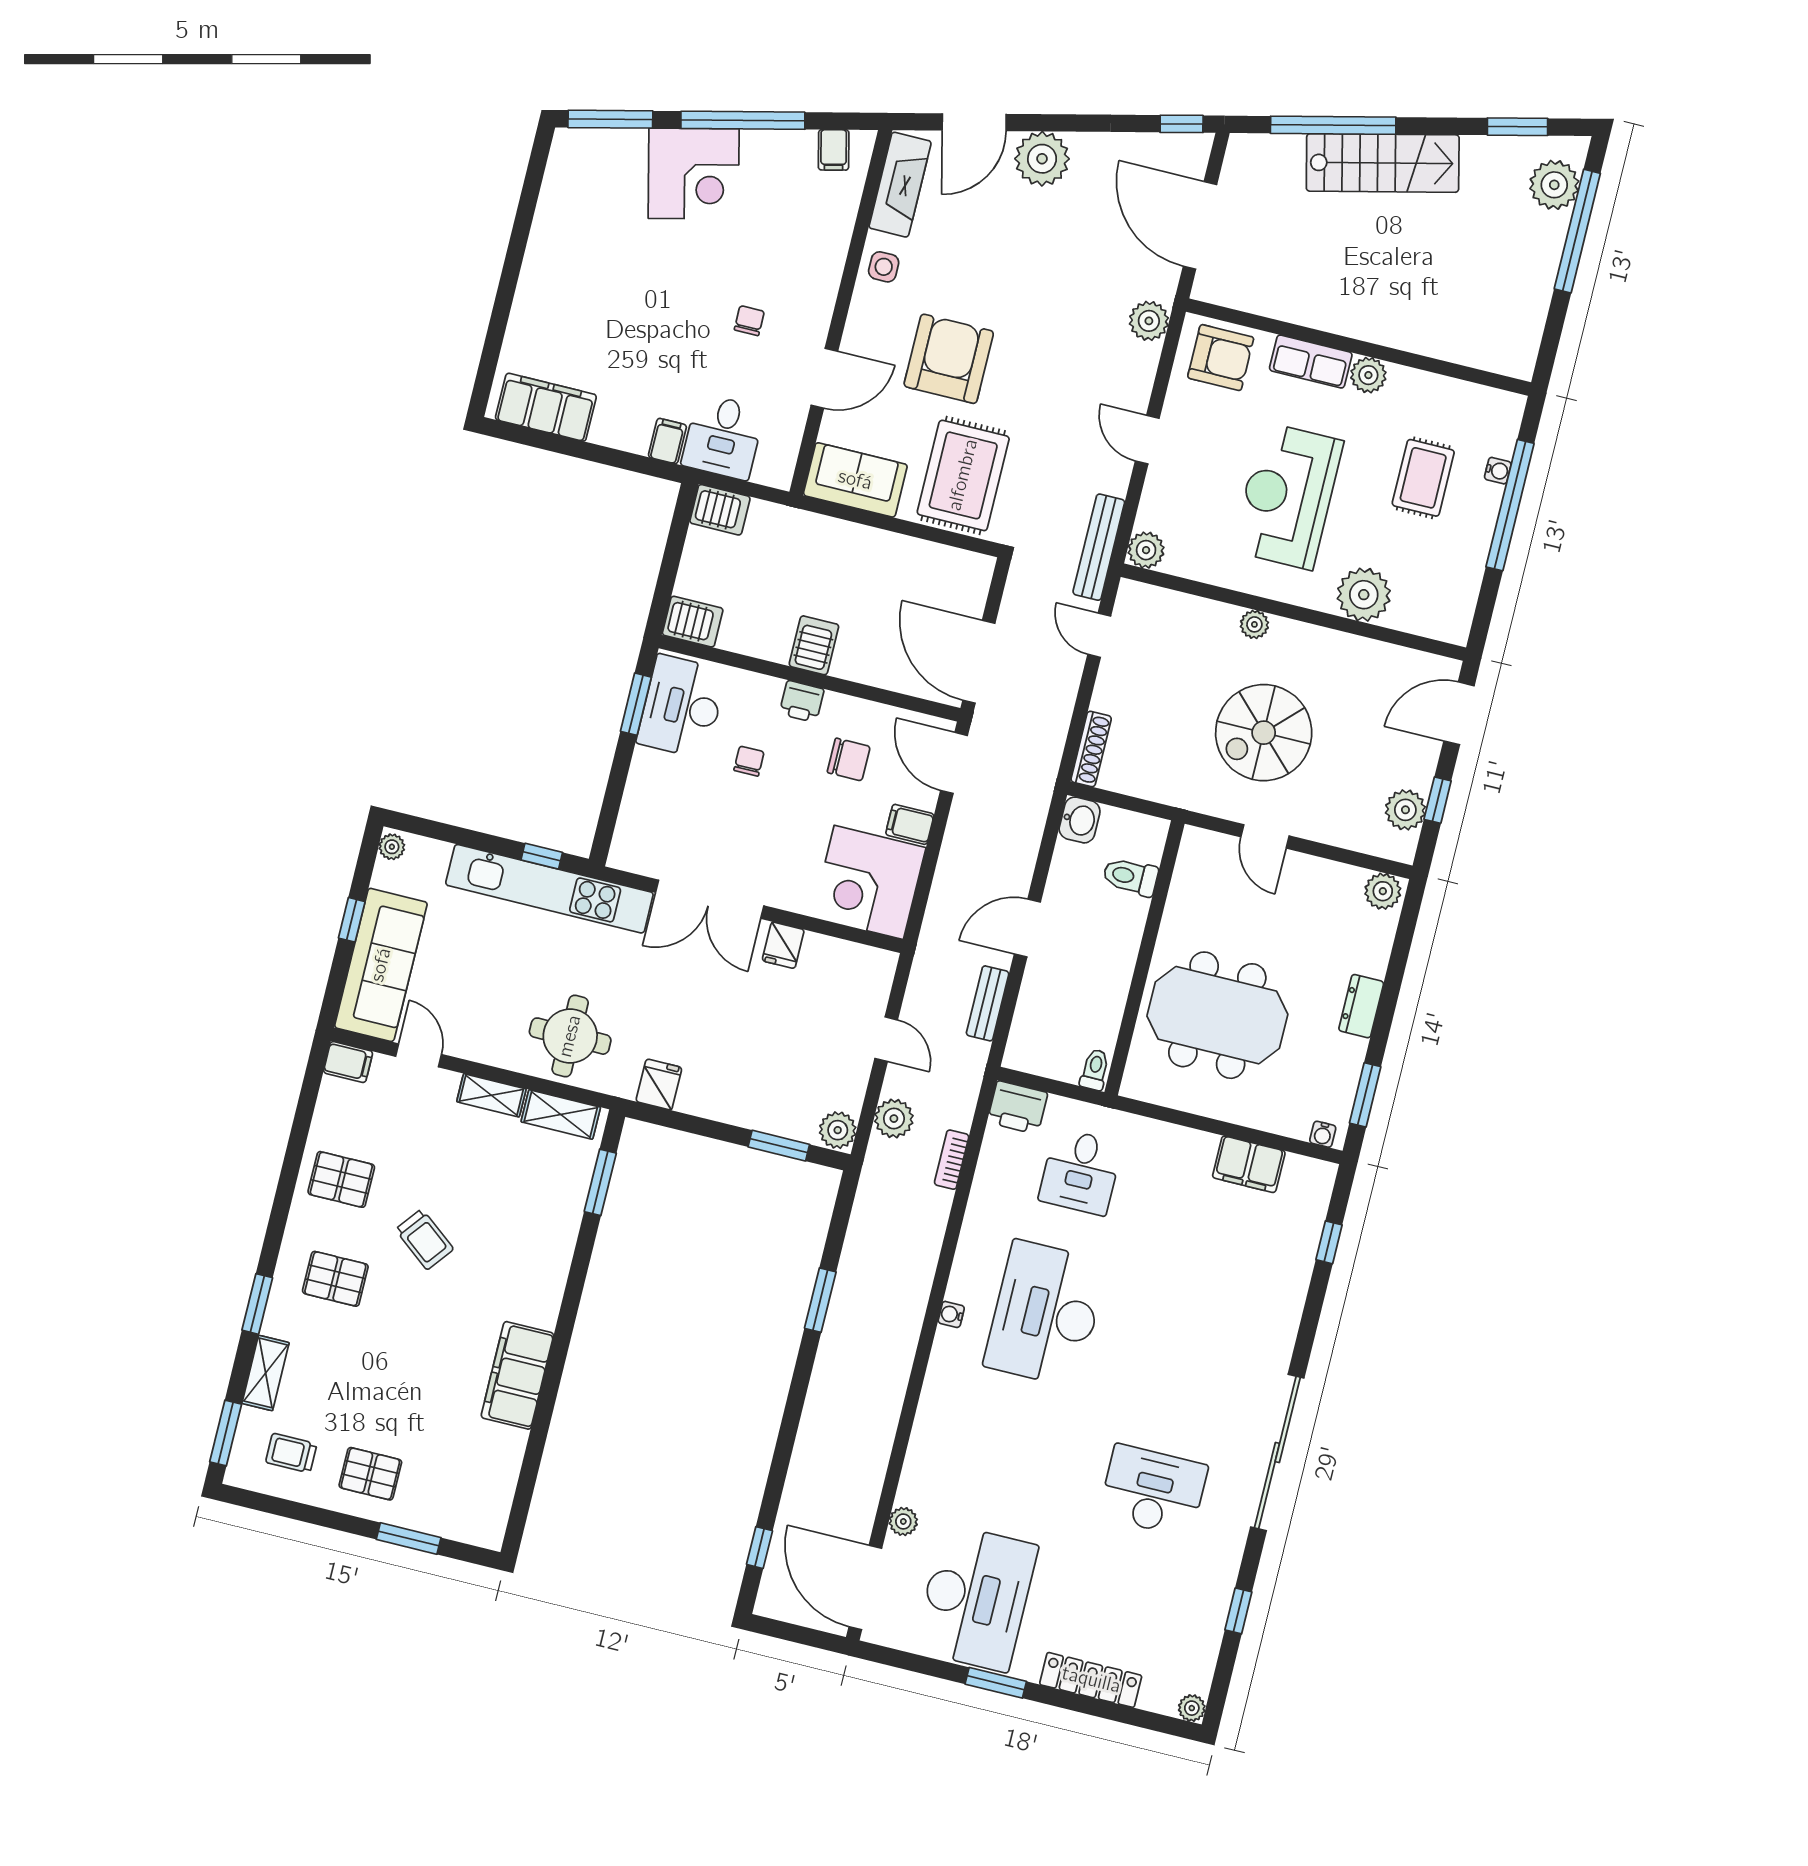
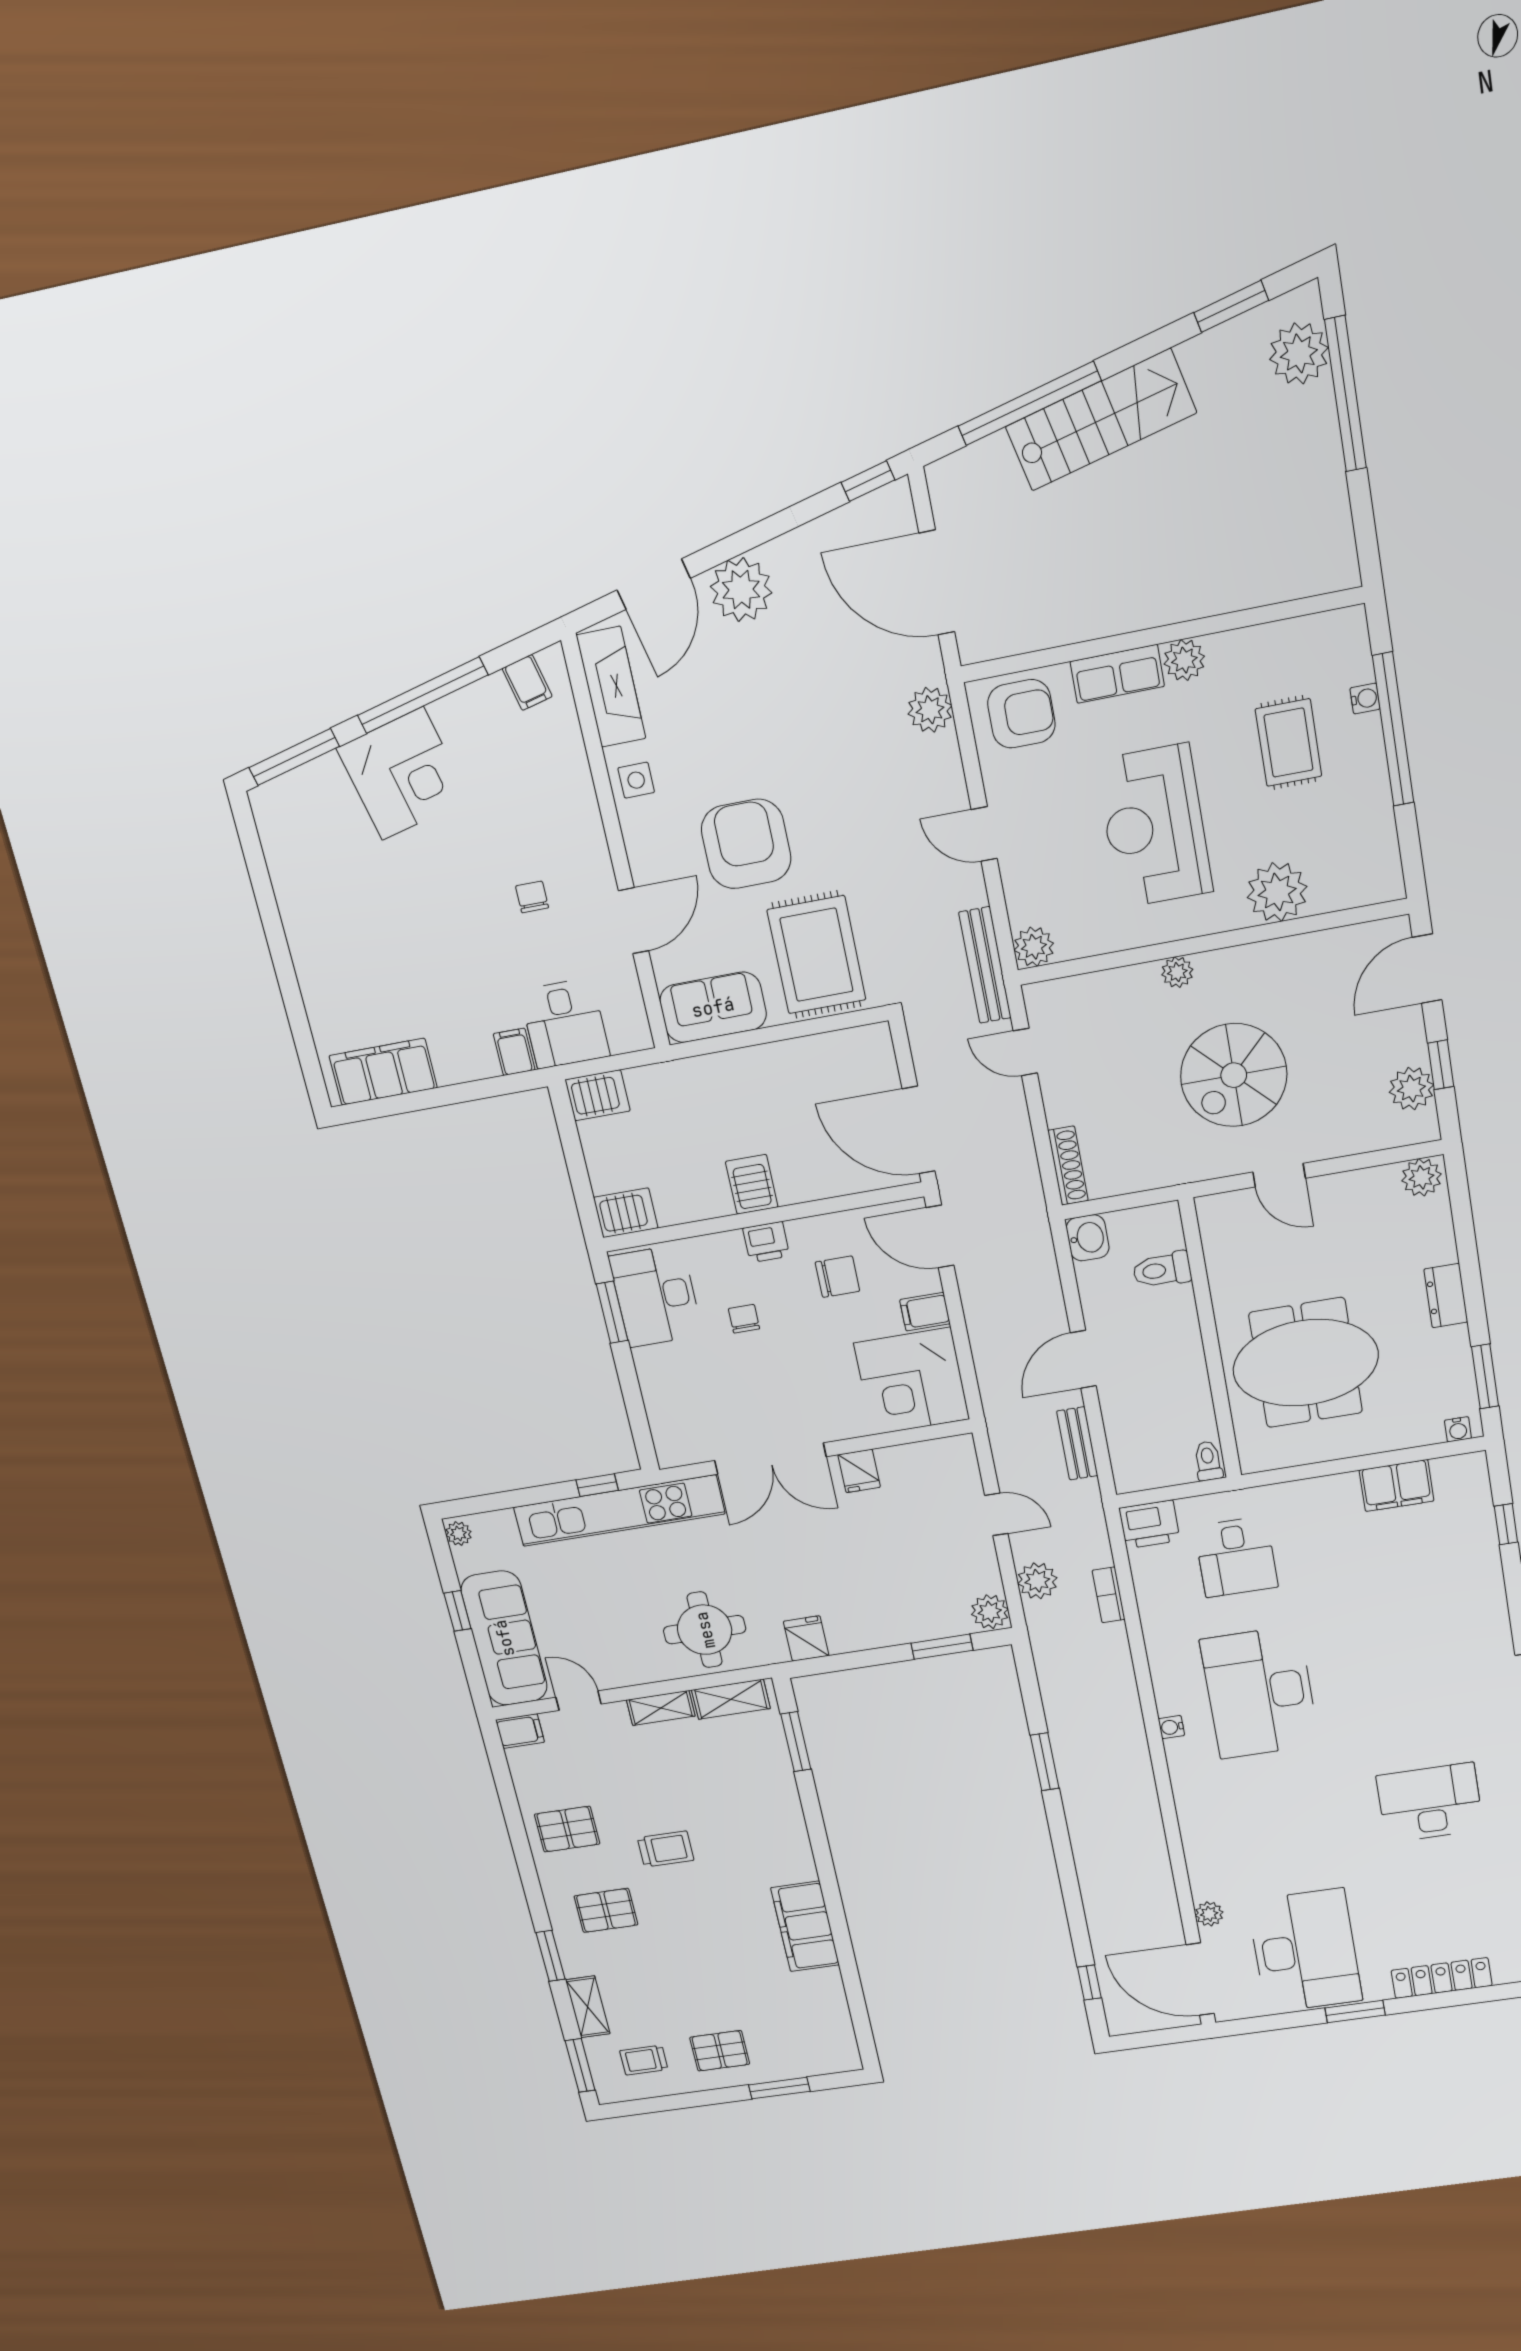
trolley: (424, 1239) -> (666, 1849), turned -38

